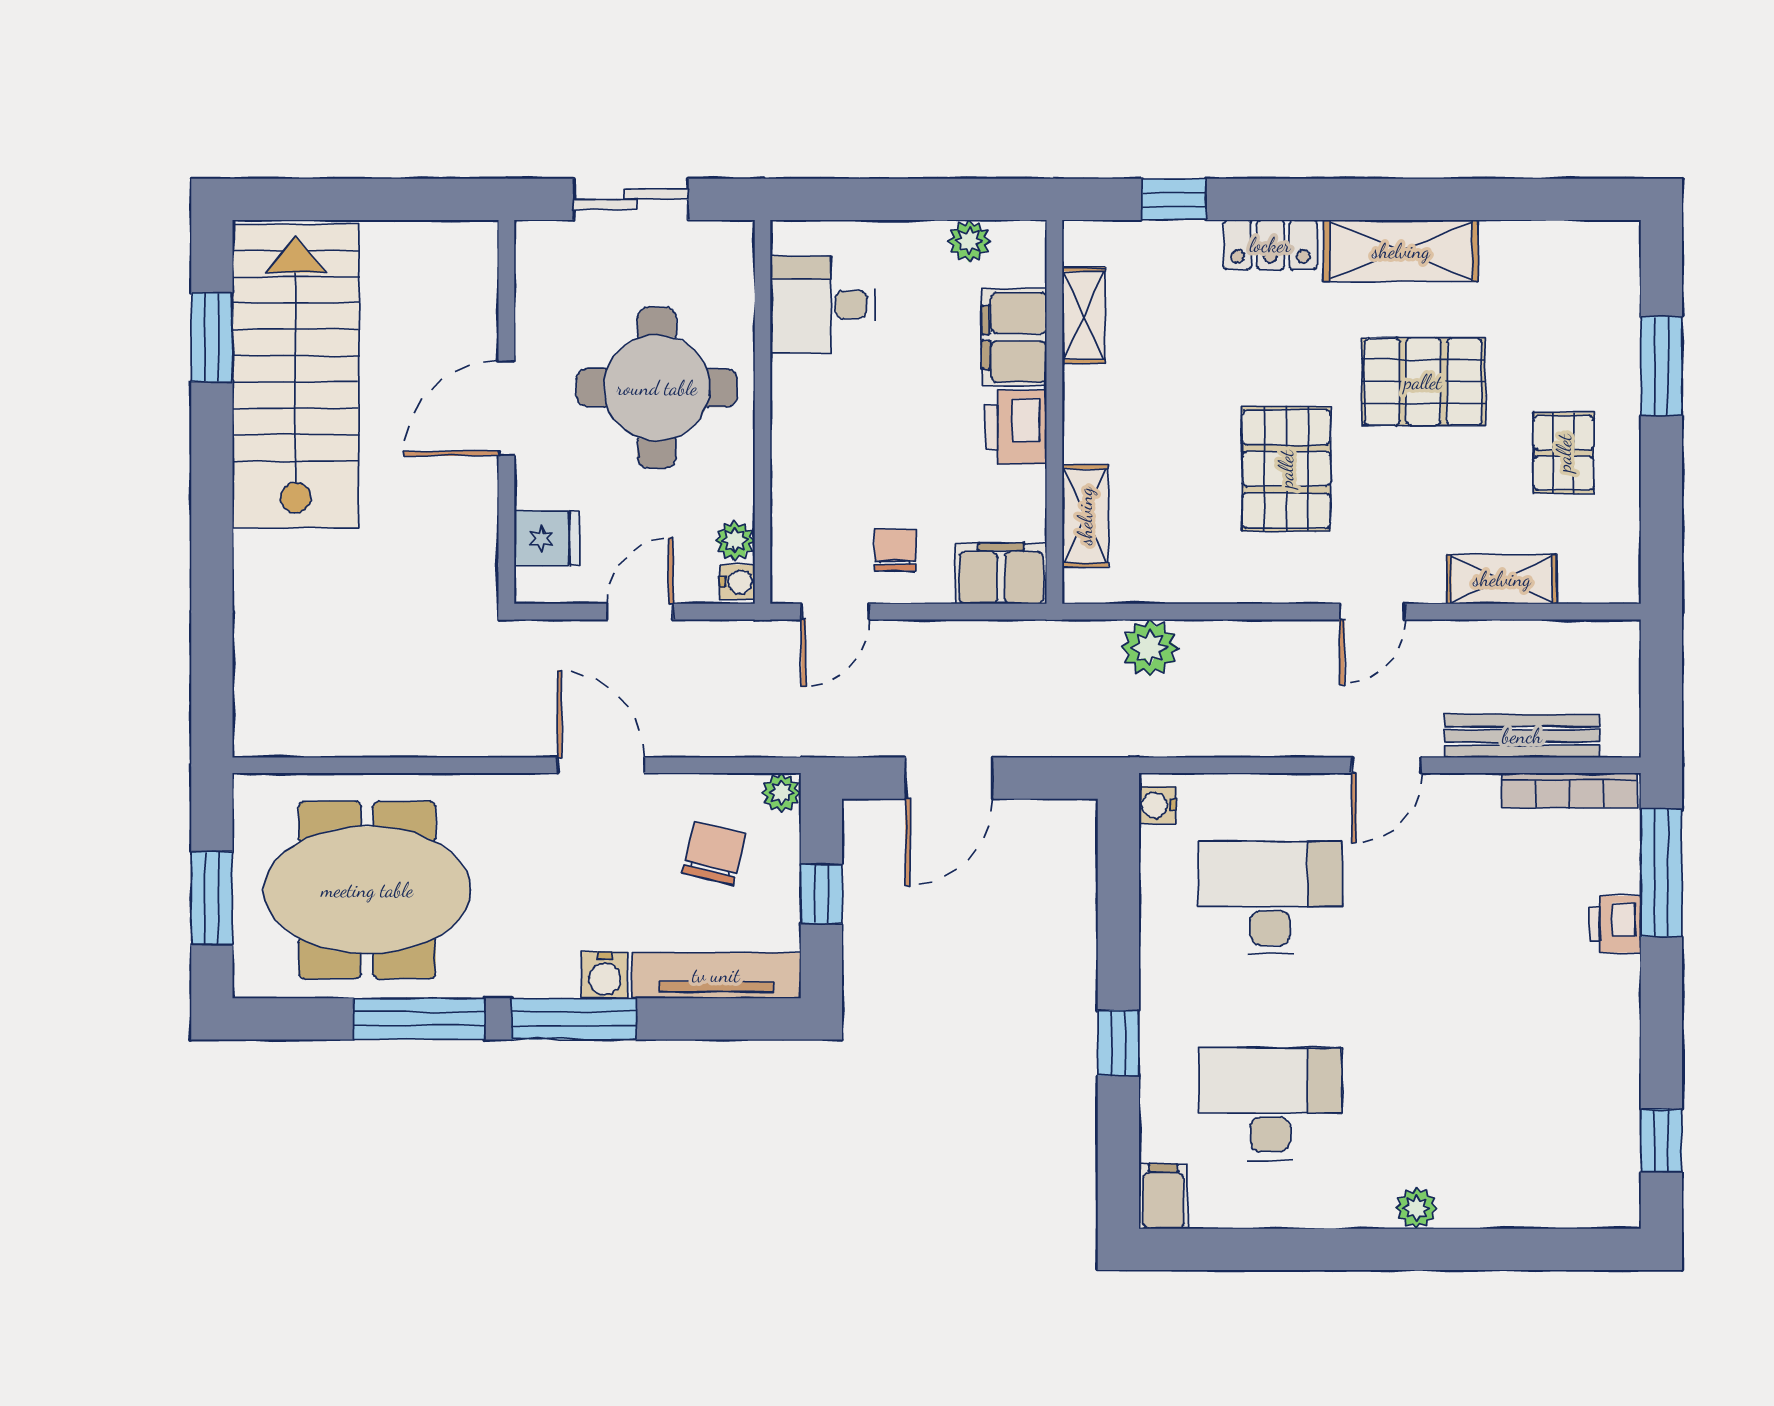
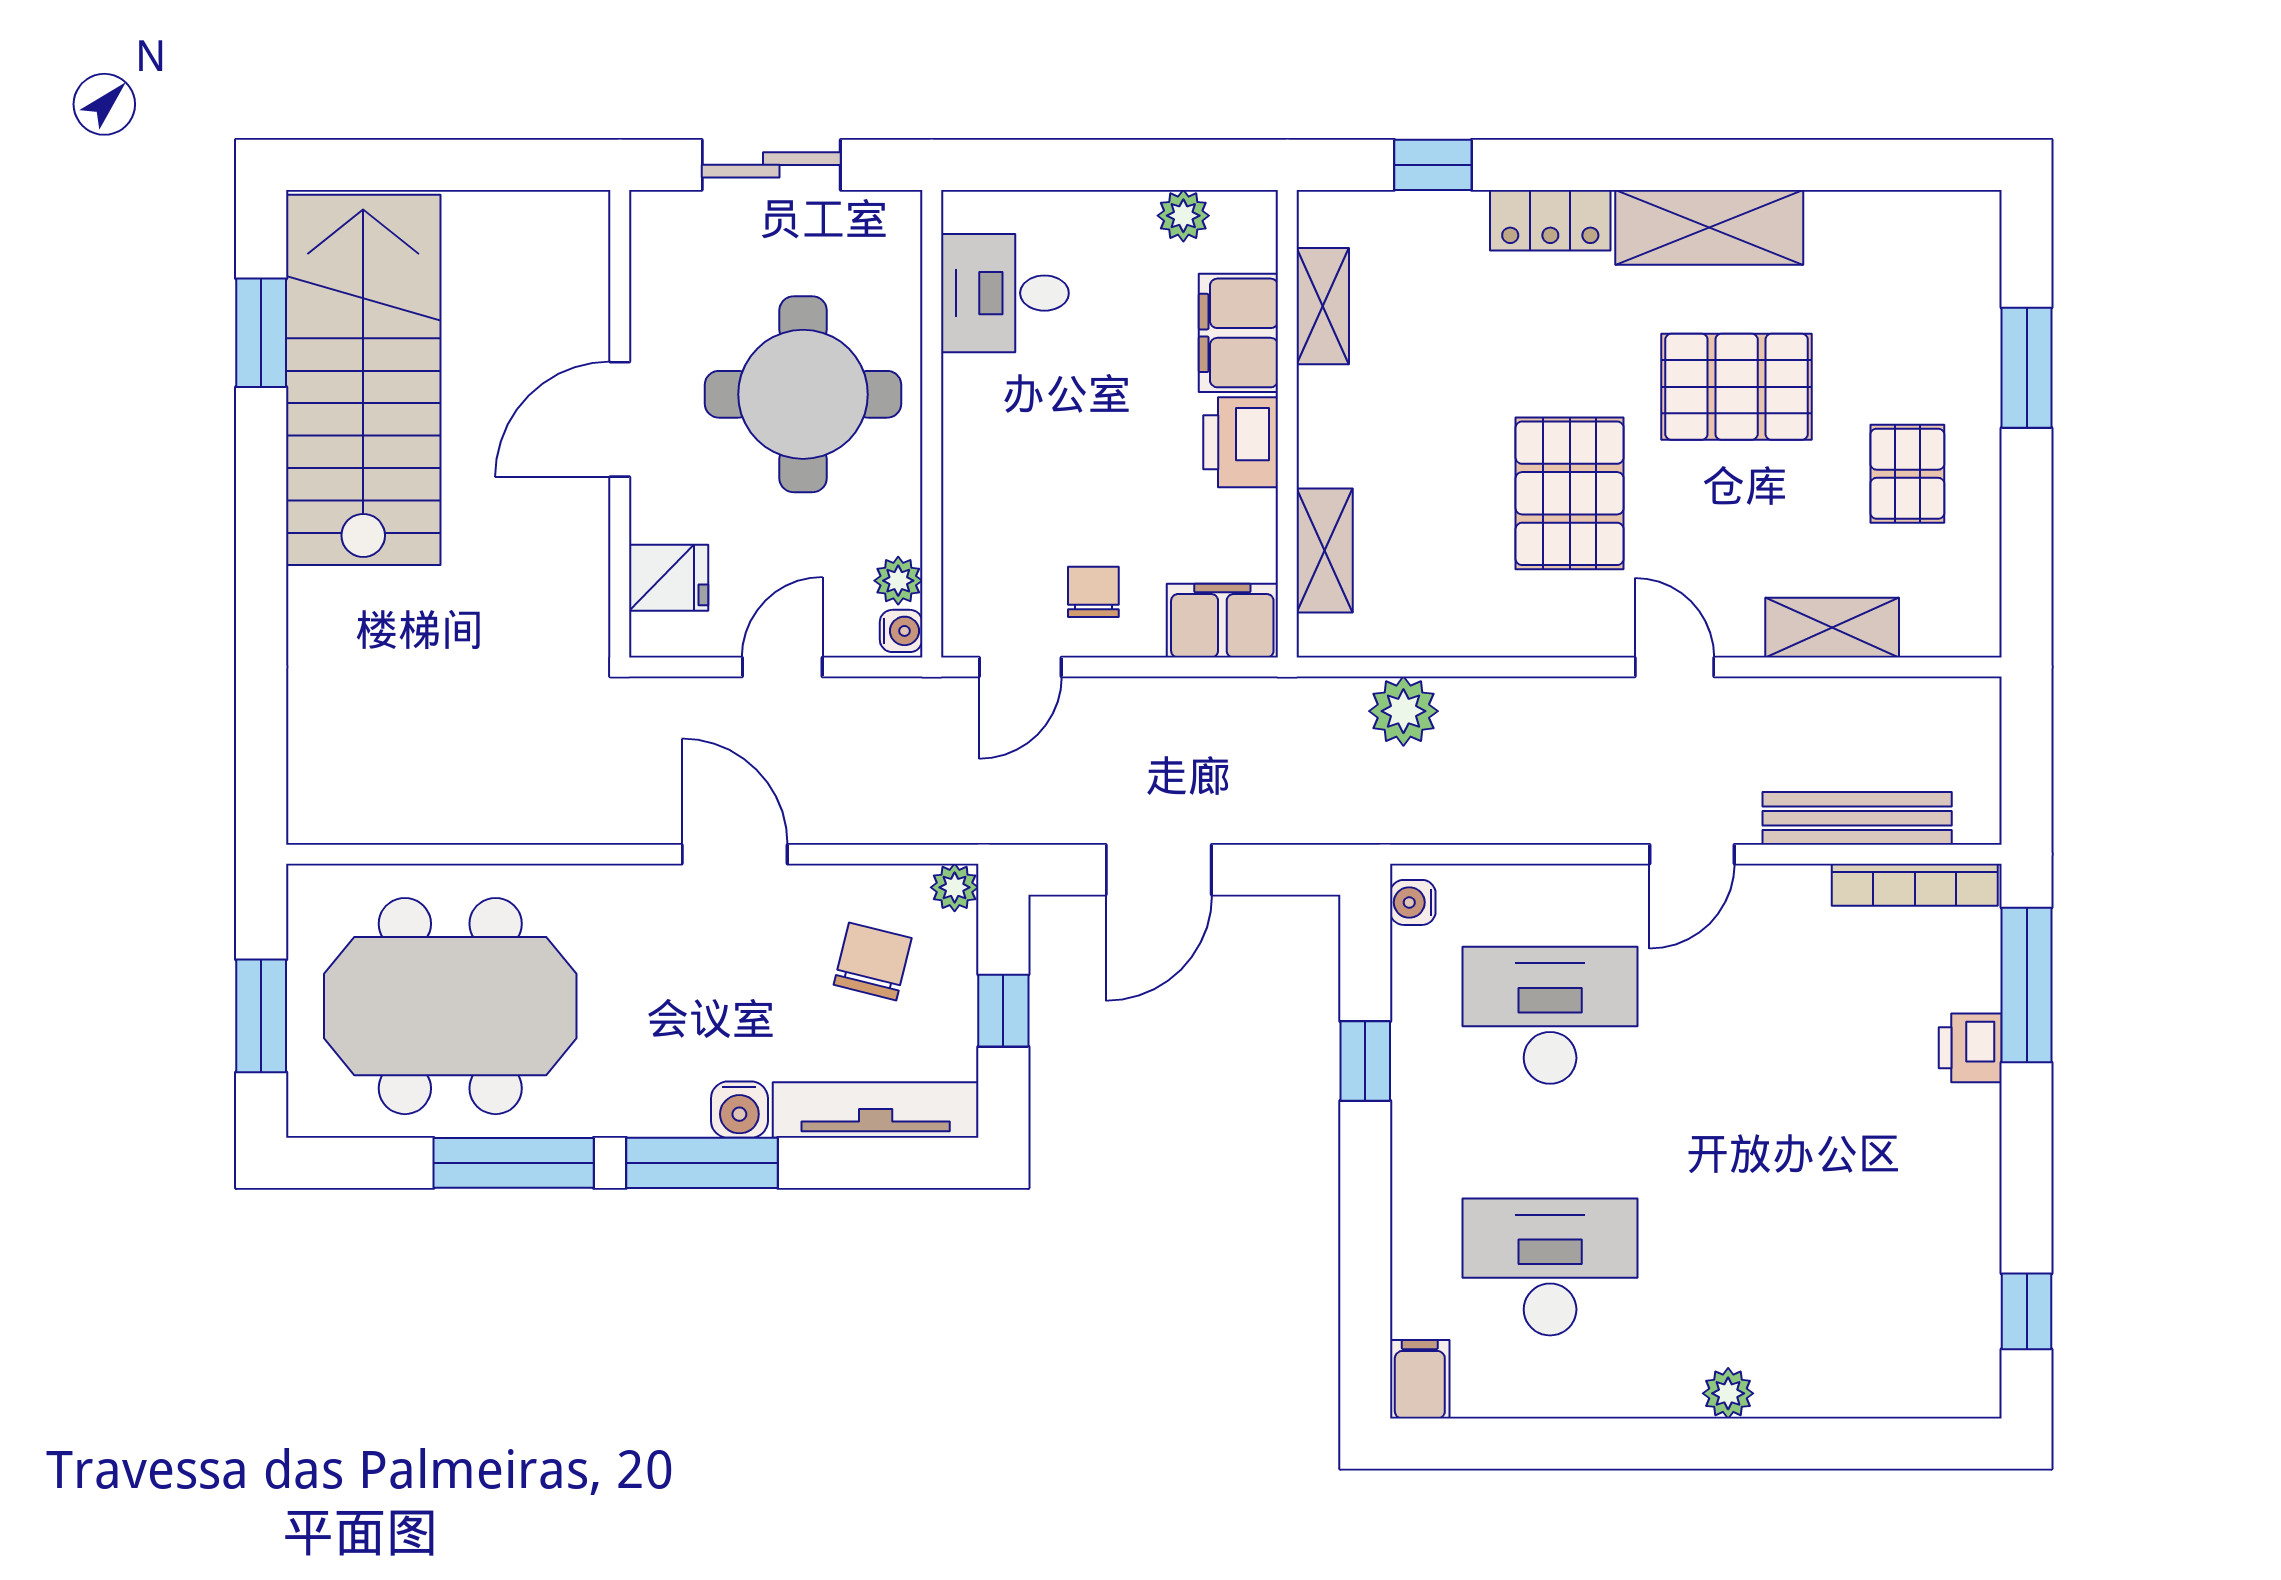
door: (1372, 612) -> (1675, 667), swing flipped
window: (1118, 1043) -> (1365, 1061), moved

